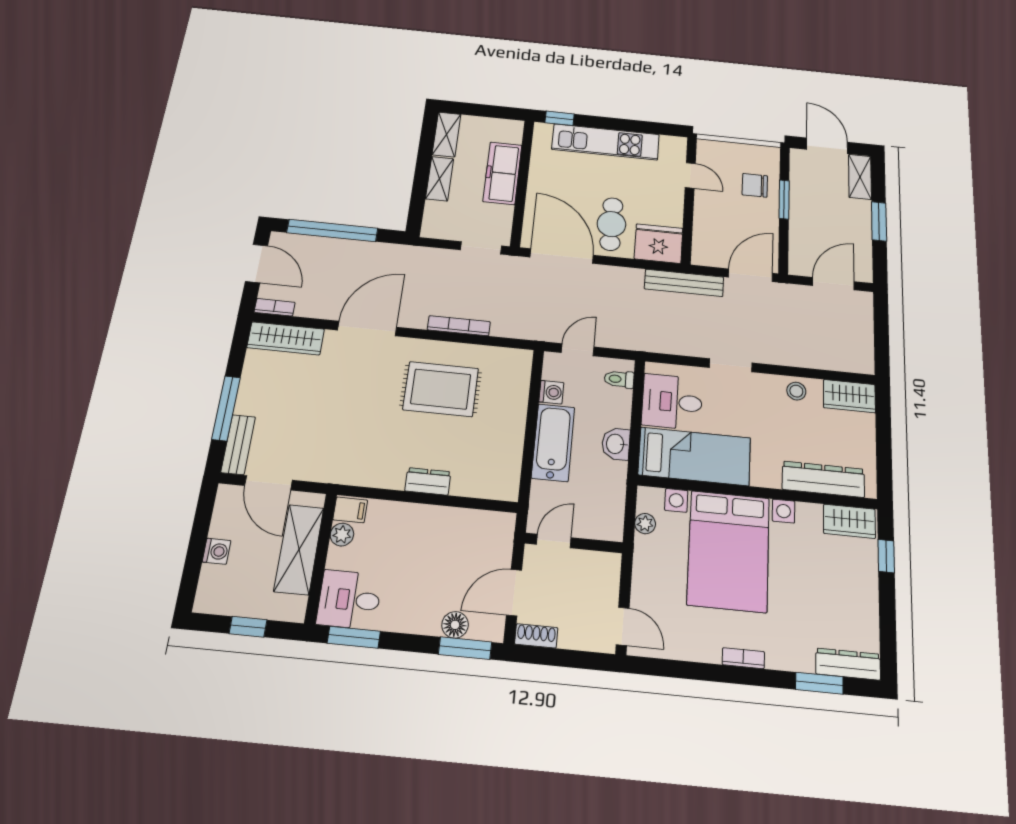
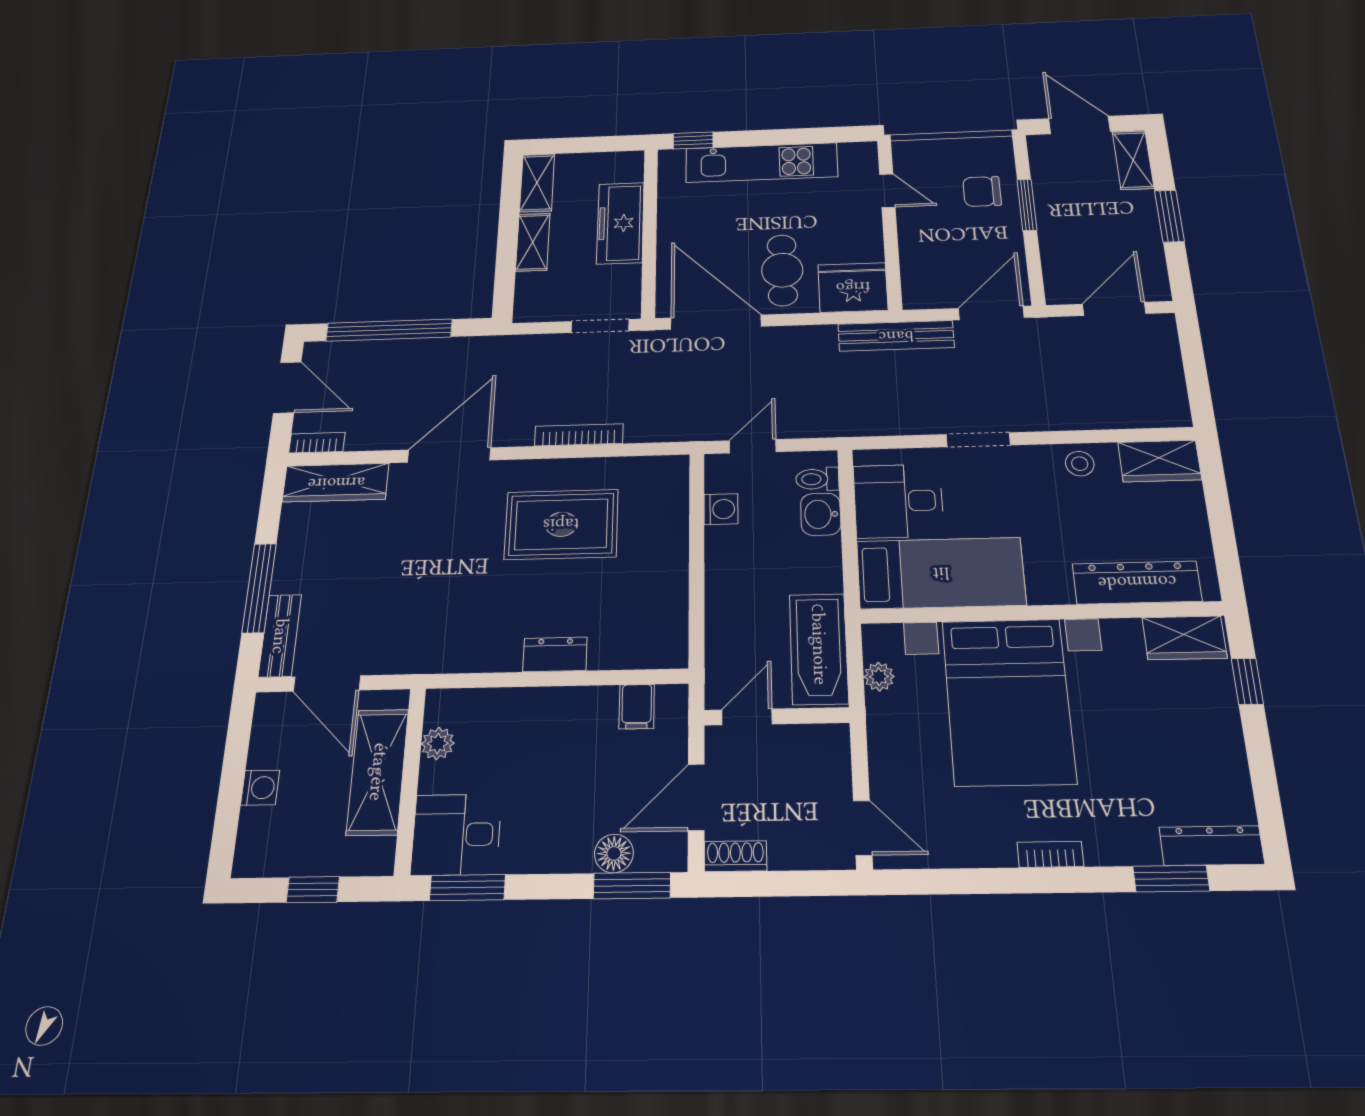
bathtub: (553, 442) -> (819, 649), moved, turned 180
washbasin: (616, 444) -> (821, 514), moved
filing cabinet: (350, 510) -> (637, 707), moved, turned 90

